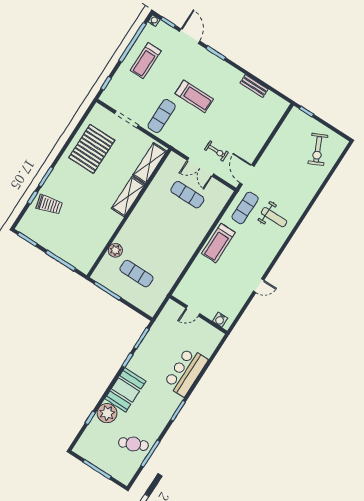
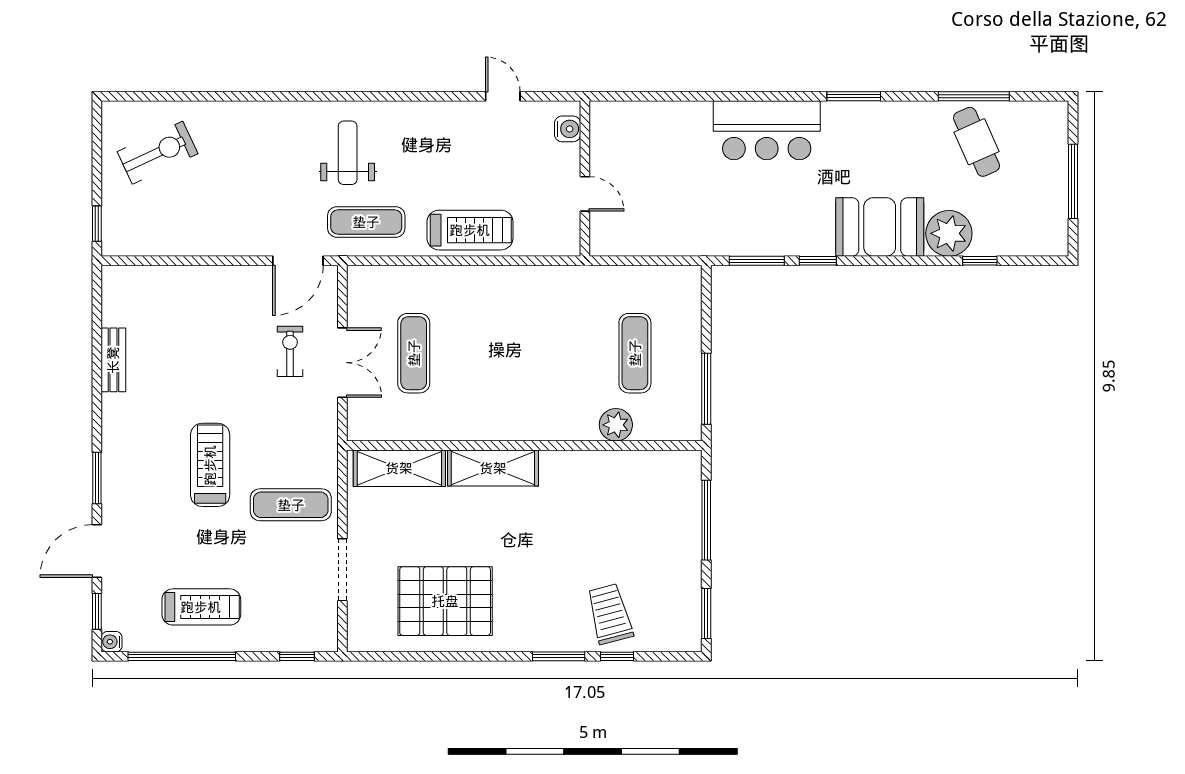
door: (193, 311) -> (585, 194), moved
wall: (198, 314) -> (585, 178), moved
water cooler: (220, 320) -> (568, 129), moved

